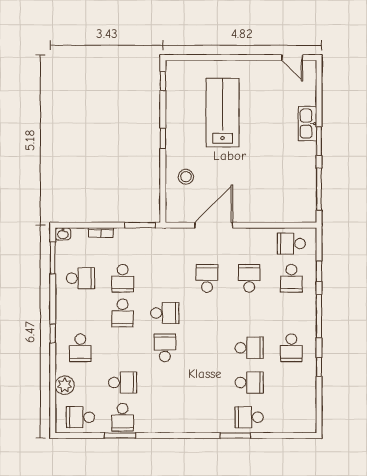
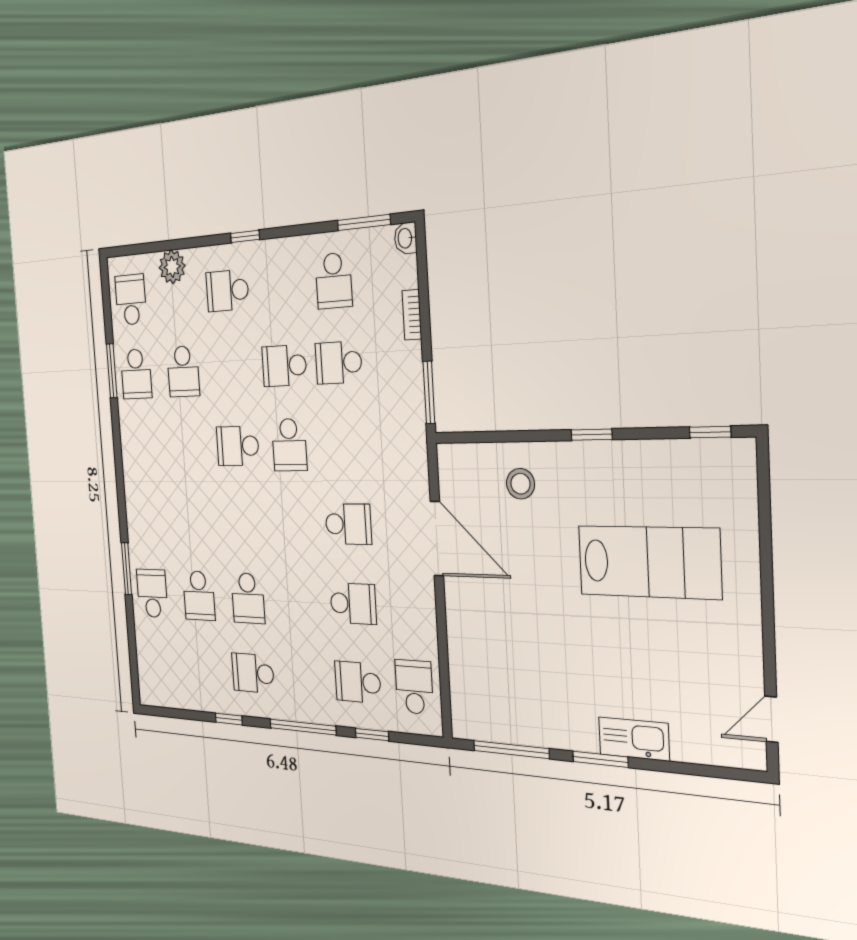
school desk: (165, 348) -> (238, 446), turned 180
school desk: (123, 417) -> (136, 374), turned -90

